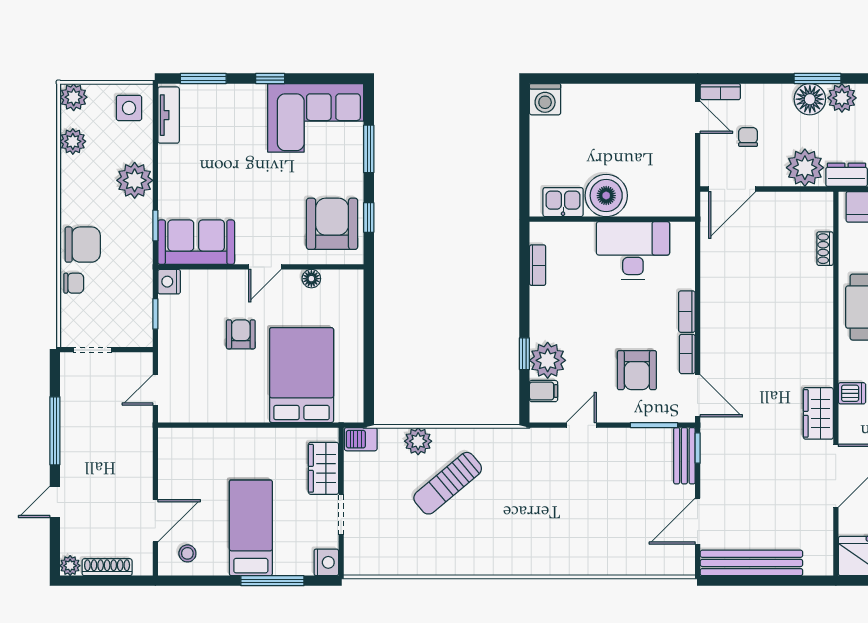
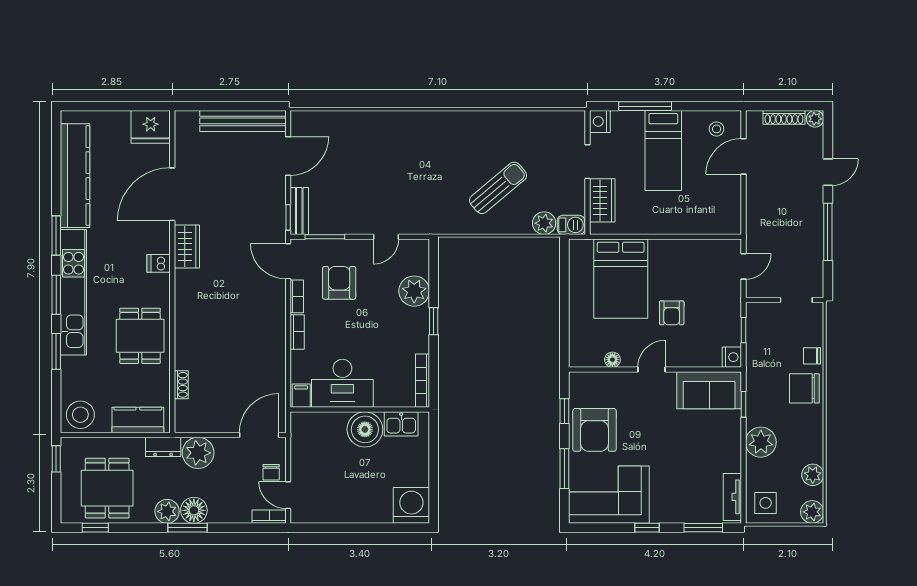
washing machine: (545, 99) -> (411, 505), width x1.37, depth x1.37
chair: (748, 137) -> (271, 472), moved
armchair: (332, 224) -> (594, 430), moved
bookcase: (538, 265) -> (423, 381), width x1.56
window: (524, 354) -> (434, 321), moved
filing cabinet: (544, 391) -> (301, 396), moved, turned 90
plant: (418, 441) -> (544, 223), moved

